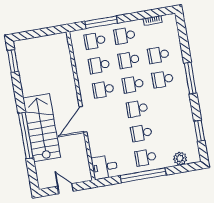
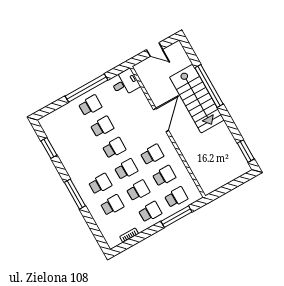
plant: (180, 158) -> (58, 116), removed

